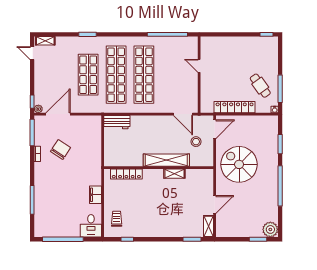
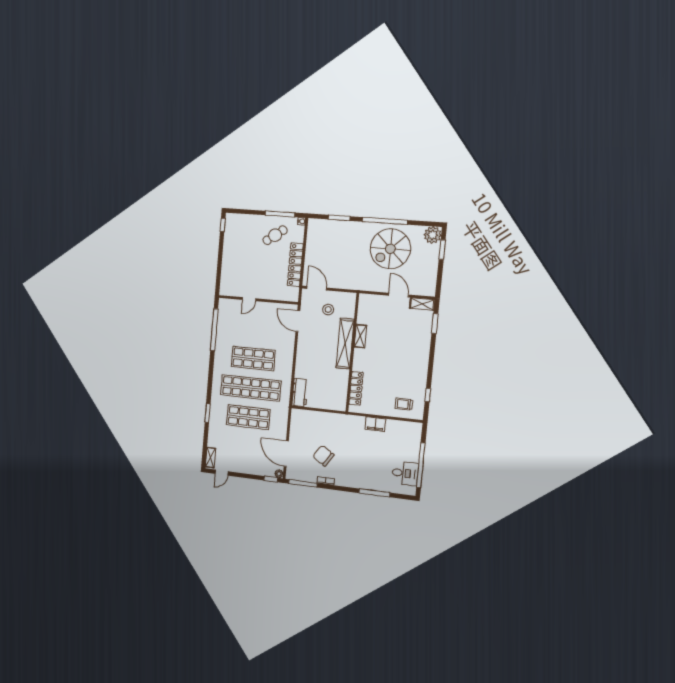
shop shelf: (144, 75) -> (253, 359), width x0.71
door: (183, 114) -> (298, 321), swing flipped
spiral stairs: (239, 164) -> (390, 249), moved
desk: (91, 226) -> (405, 473), moved

